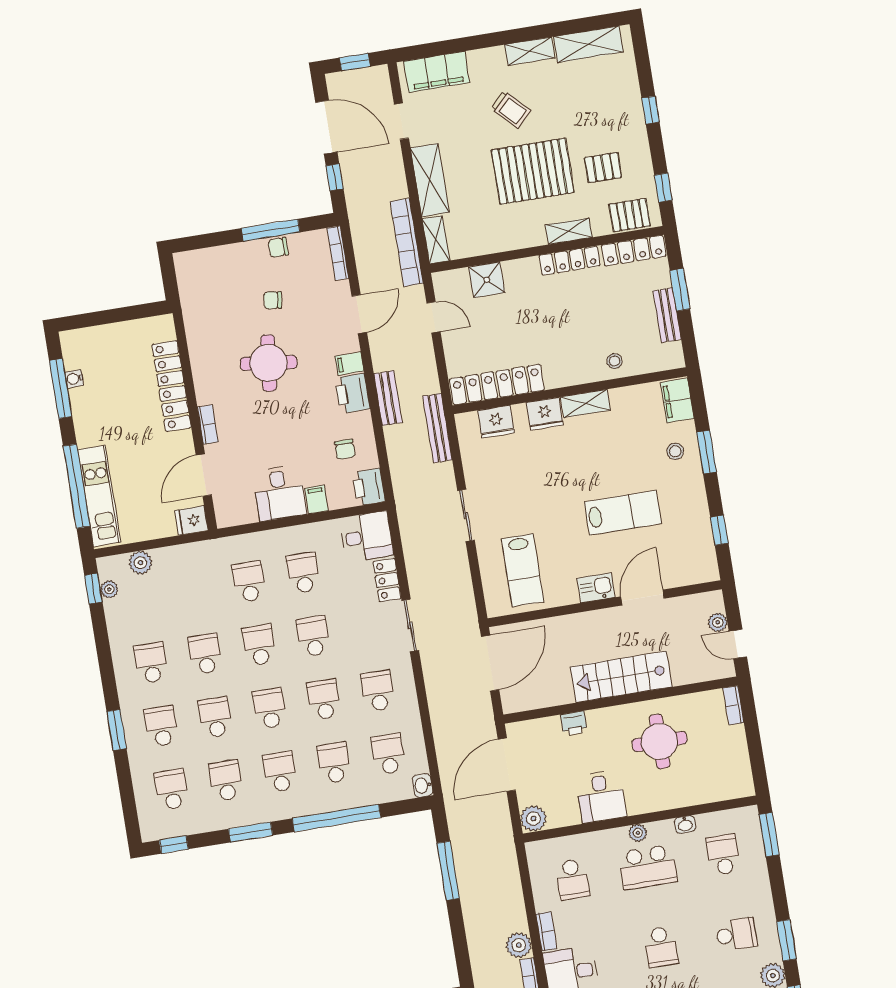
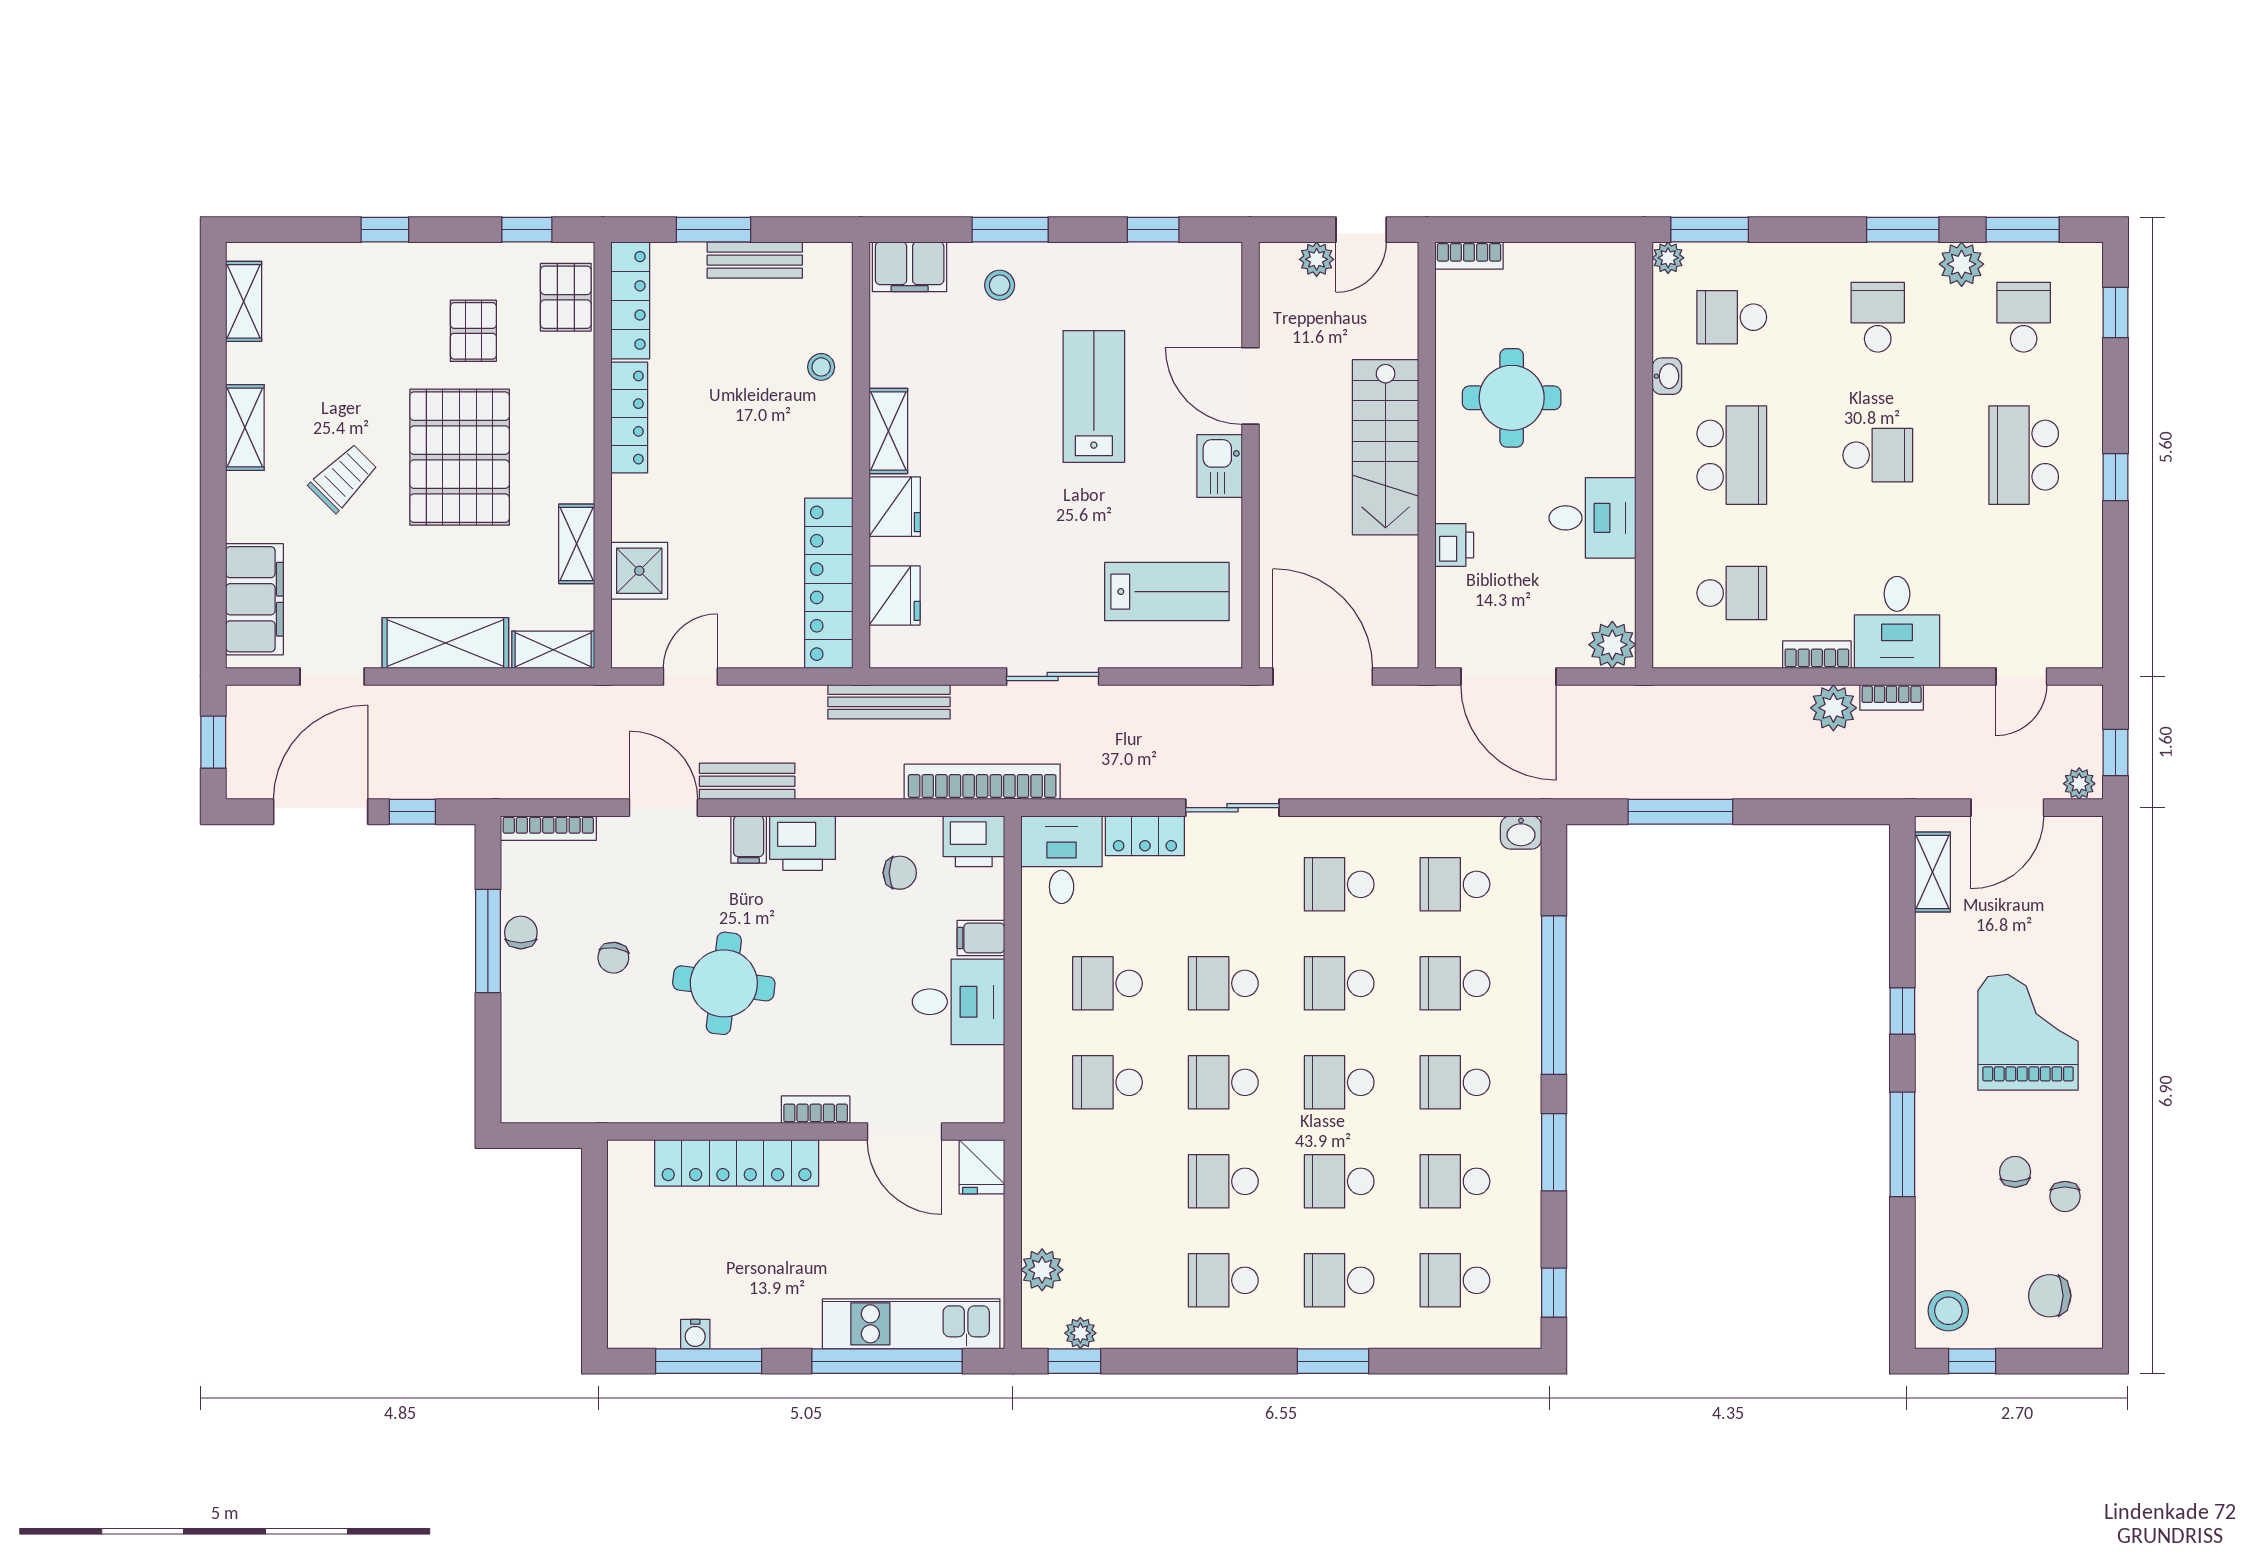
shelving: (588, 44) -> (244, 301), width x0.67, depth x0.75
shelving: (569, 231) -> (577, 544), moved
bookcase: (407, 242) -> (982, 782), moved, turned 180
chair: (278, 247) -> (521, 932), turned 180
bench: (388, 398) -> (747, 781), moved
plant: (638, 833) -> (1668, 258), moved

